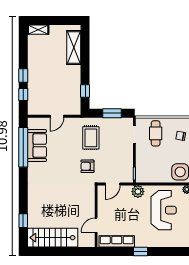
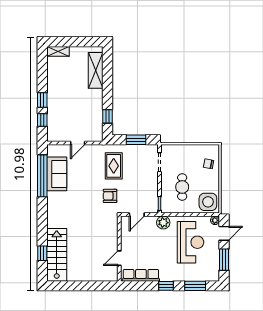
cafe table: (156, 133) -> (182, 187), moved
stairs: (53, 238) -> (57, 255), moved, turned 90
window: (168, 251) -> (195, 286), added

